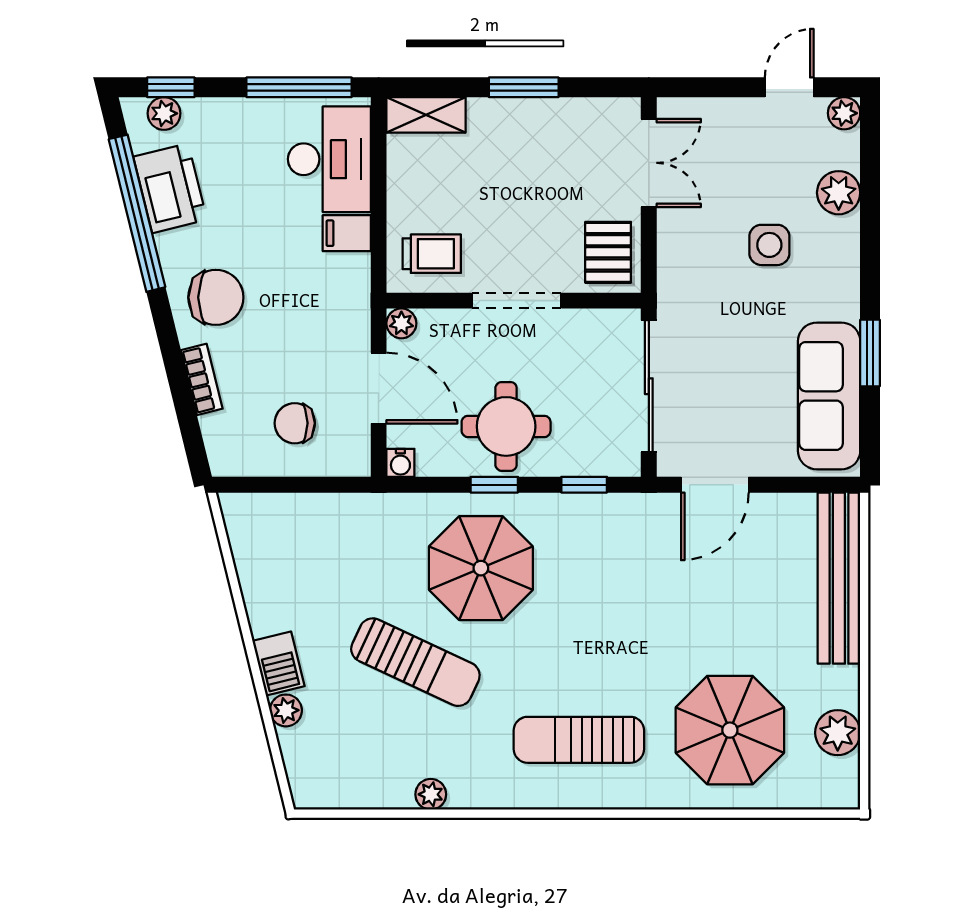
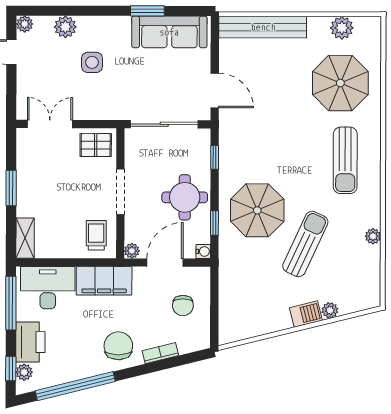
printer: (170, 188) -> (30, 342), moved, turned 104
filing cabinet: (347, 233) -> (104, 281), width x3.00, depth x1.17
window: (494, 485) -> (214, 223), moved

